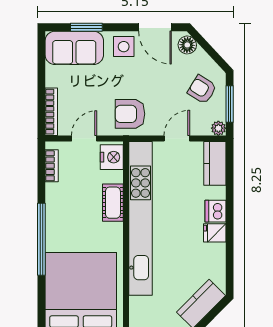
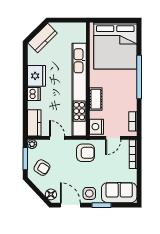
window: (86, 27) -> (102, 205), moved
door: (177, 138) -> (57, 138), swing flipped
fridge: (215, 233) -> (37, 76), width x1.88, depth x1.34

